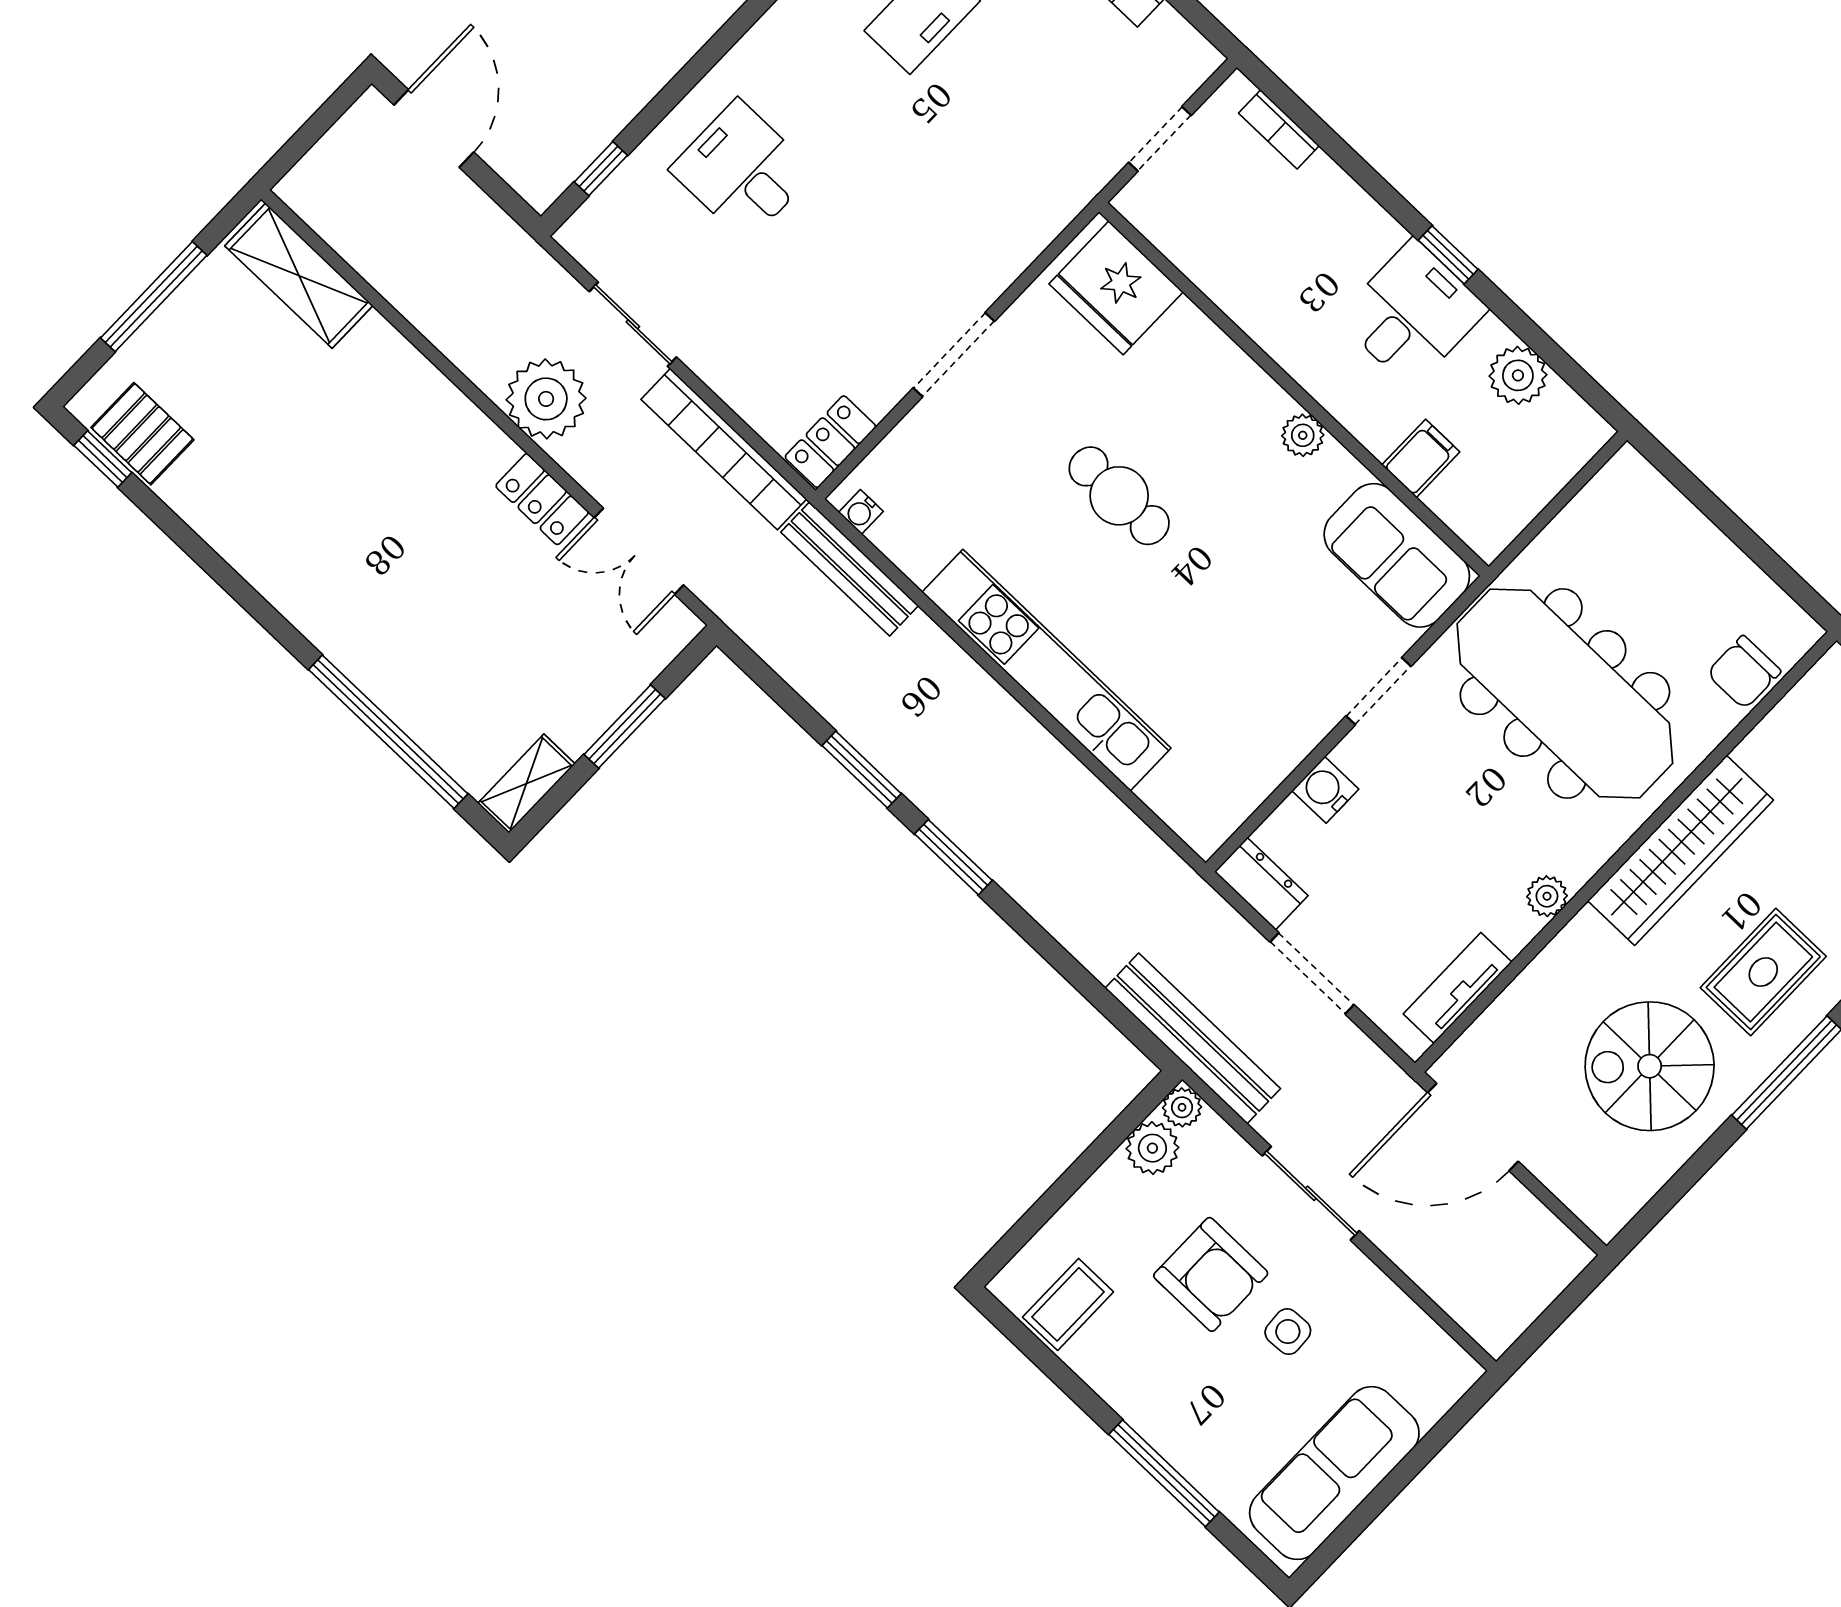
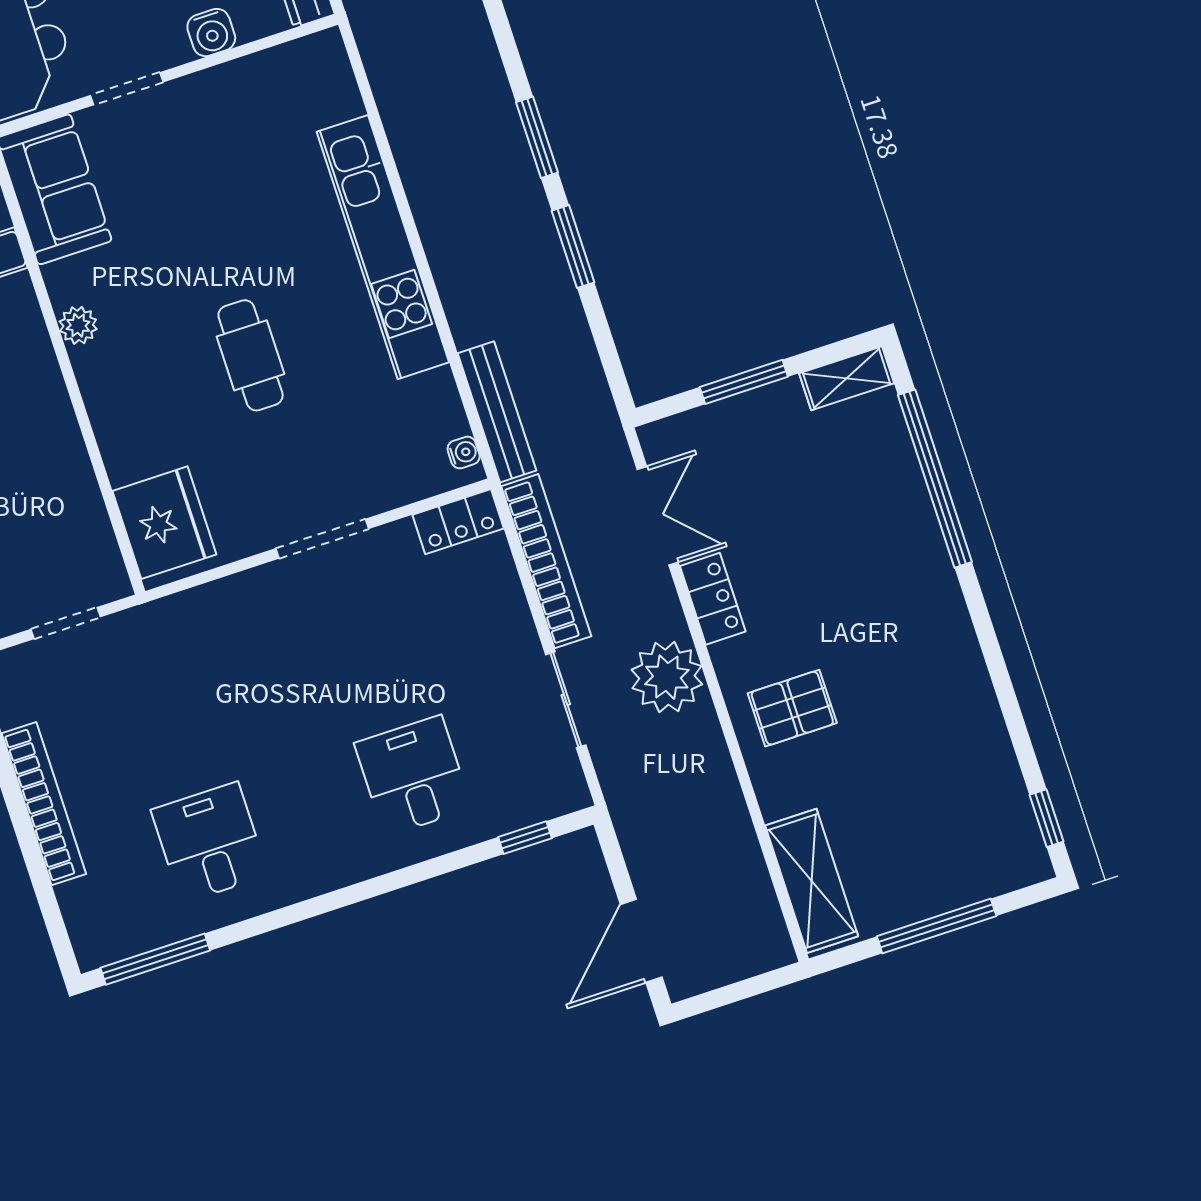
desk: (742, 171) -> (413, 776), turned 180
pallet: (142, 434) -> (792, 708), moved, turned 90

